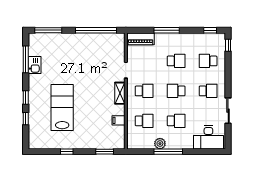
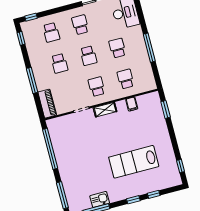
school desk: (176, 61) -> (59, 63), turned 180
plant: (160, 144) -> (144, 58), removed
window: (67, 152) -> (180, 166), moved

